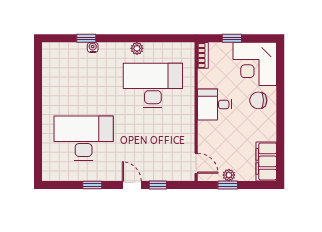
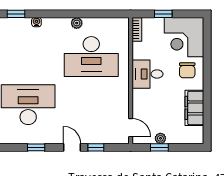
window: (86, 38) -> (16, 14), moved
desk: (153, 85) -> (91, 57), turned 180
chair: (258, 100) -> (187, 70), turned -90
filing cabinet: (266, 161) -> (194, 108), moved

